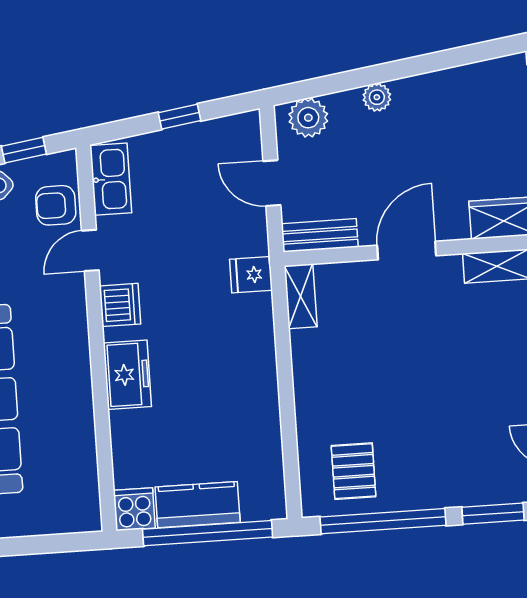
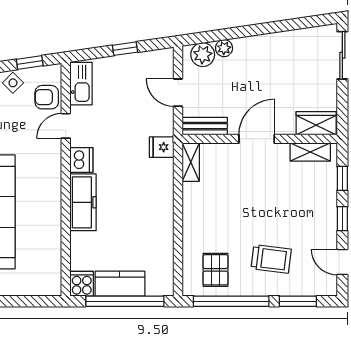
plant: (377, 97) -> (224, 48), moved
freezer: (127, 375) -> (83, 202), width x1.40
trolley: (444, 447) -> (271, 259), added

